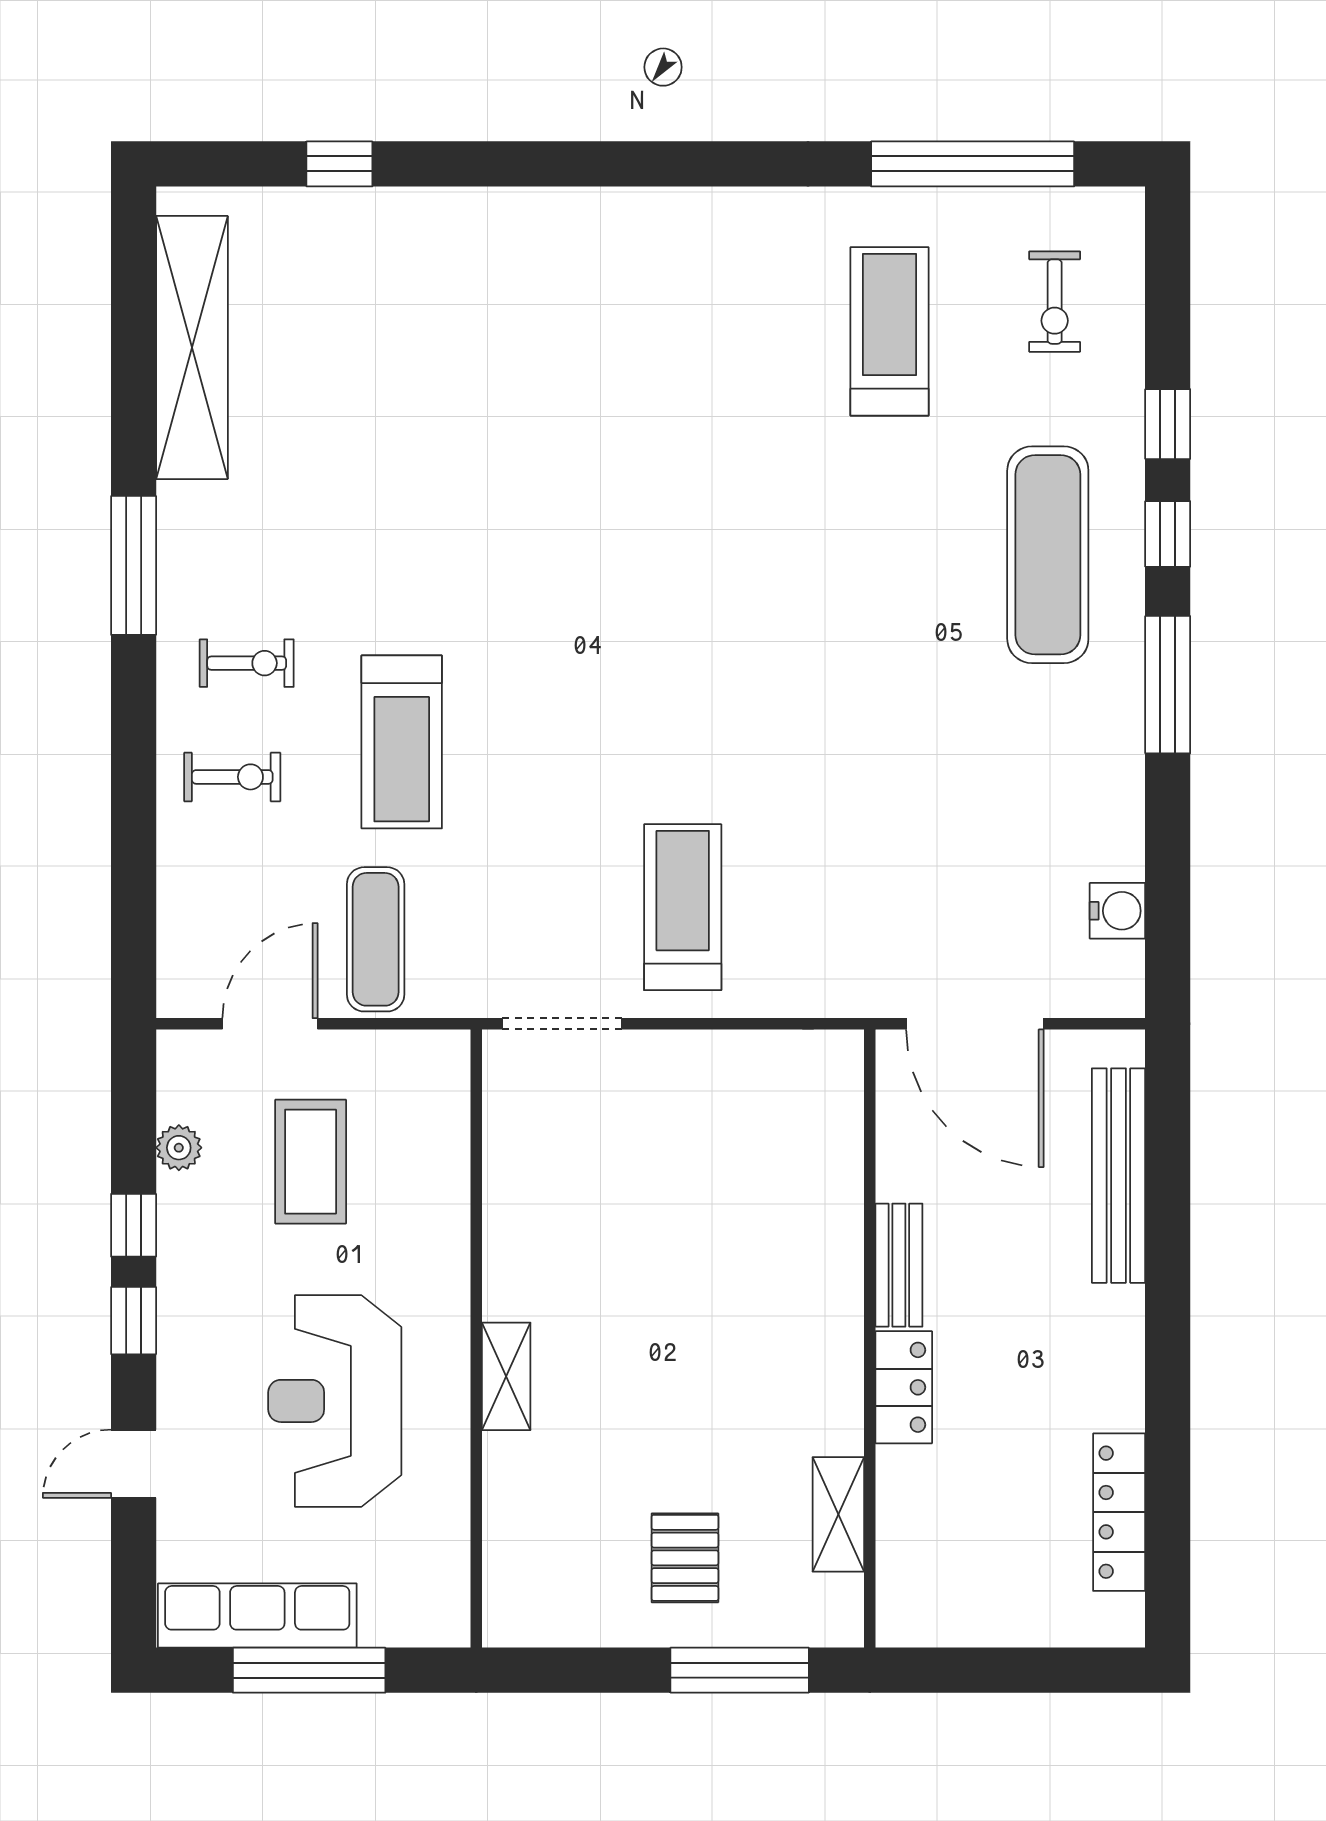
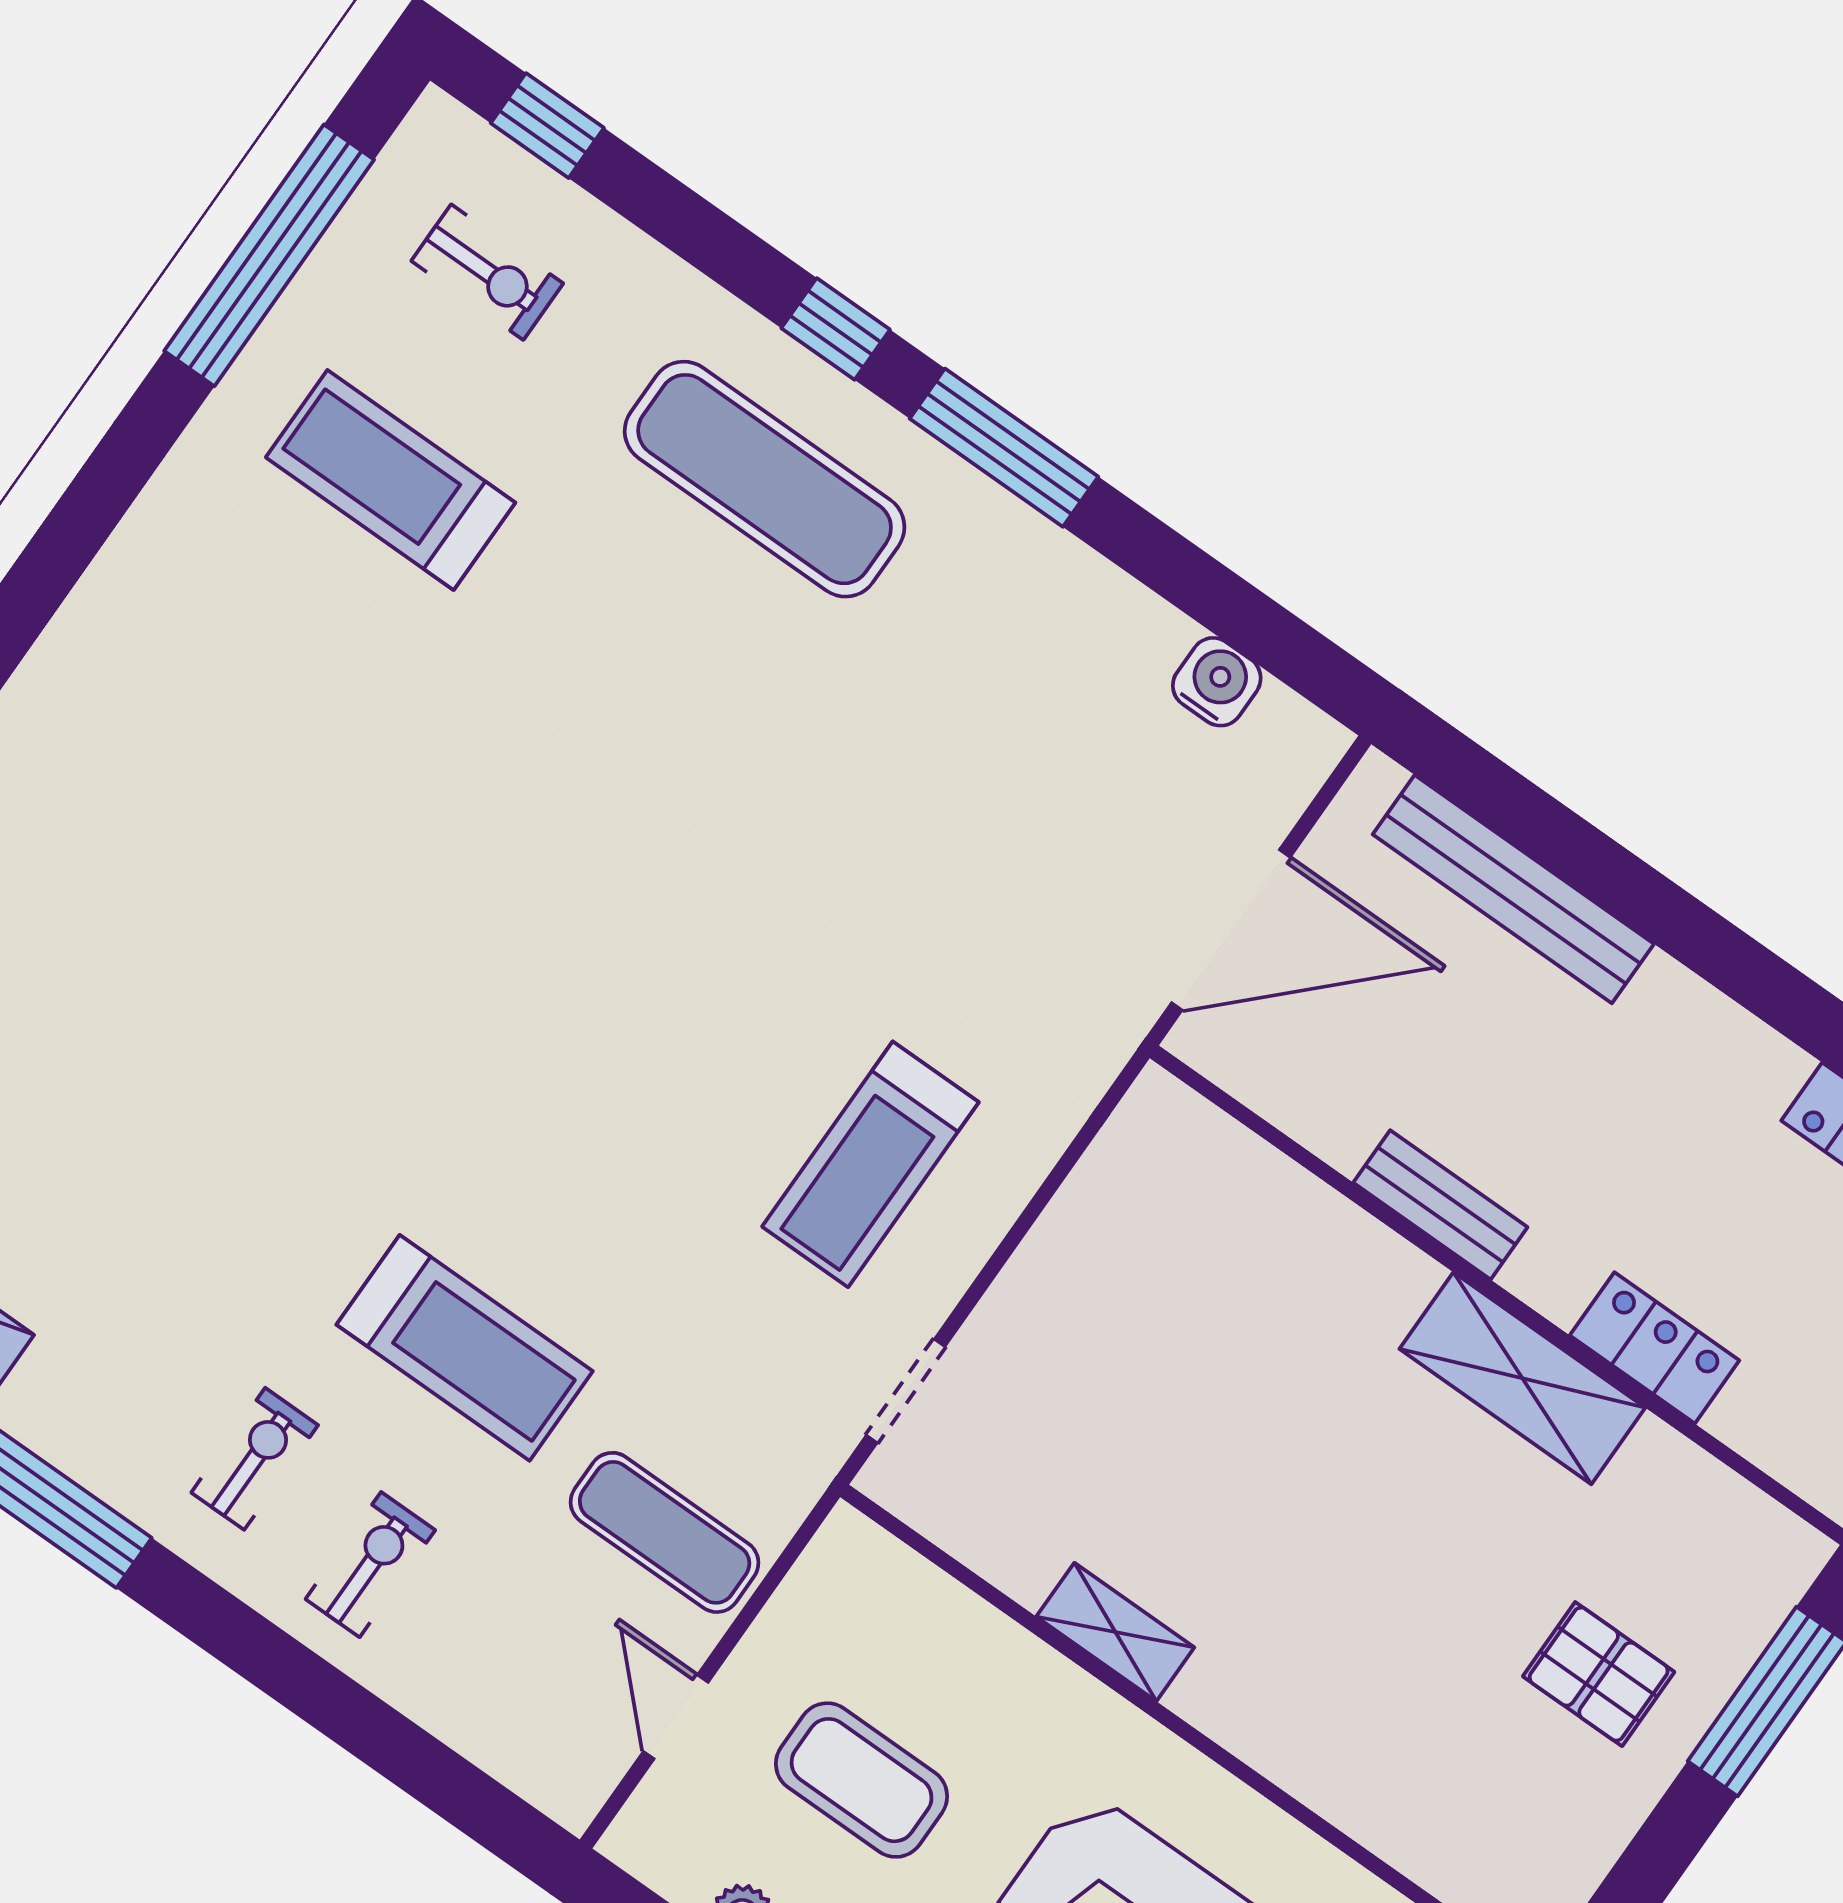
window: (1168, 424) -> (547, 126), moved
treadmill: (683, 907) -> (870, 1164), turned -90
door: (270, 1024) -> (676, 1717), width x0.73
doorway: (562, 1024) -> (906, 1391), width x0.73
shelving: (506, 1376) -> (1115, 1632), moved
locker: (904, 1387) -> (1655, 1348), moved
shelving: (838, 1514) -> (1522, 1378), moved, width x1.50, depth x1.33

